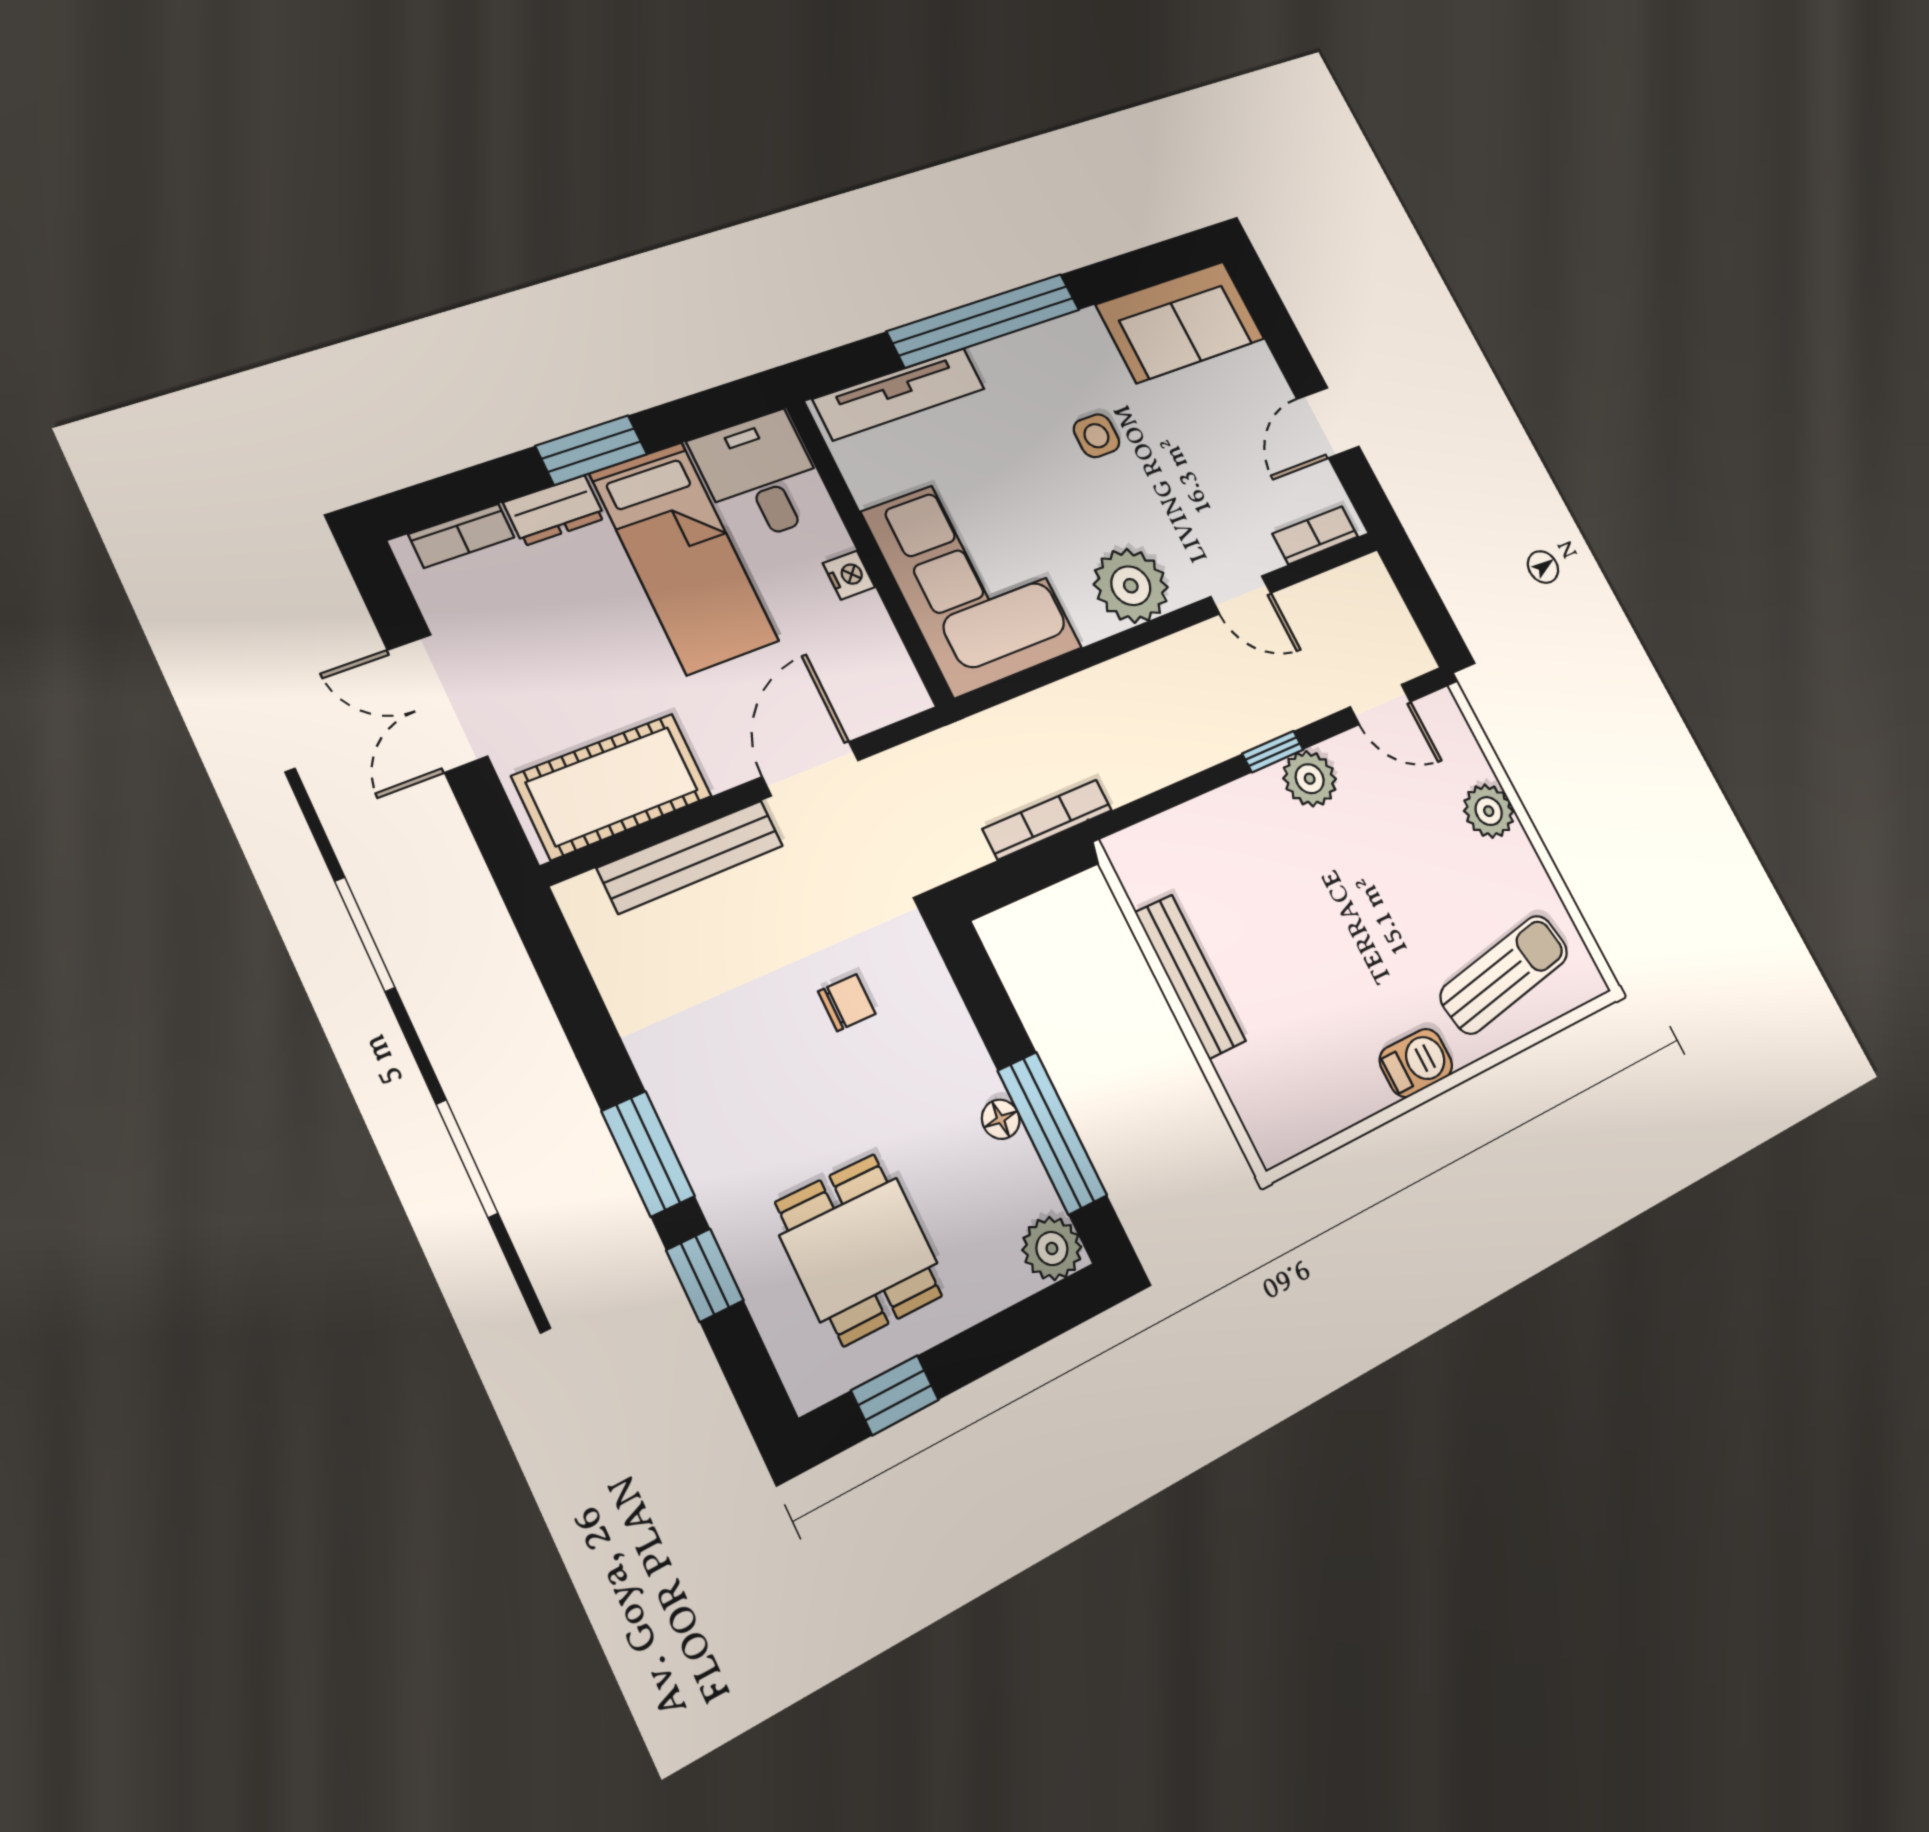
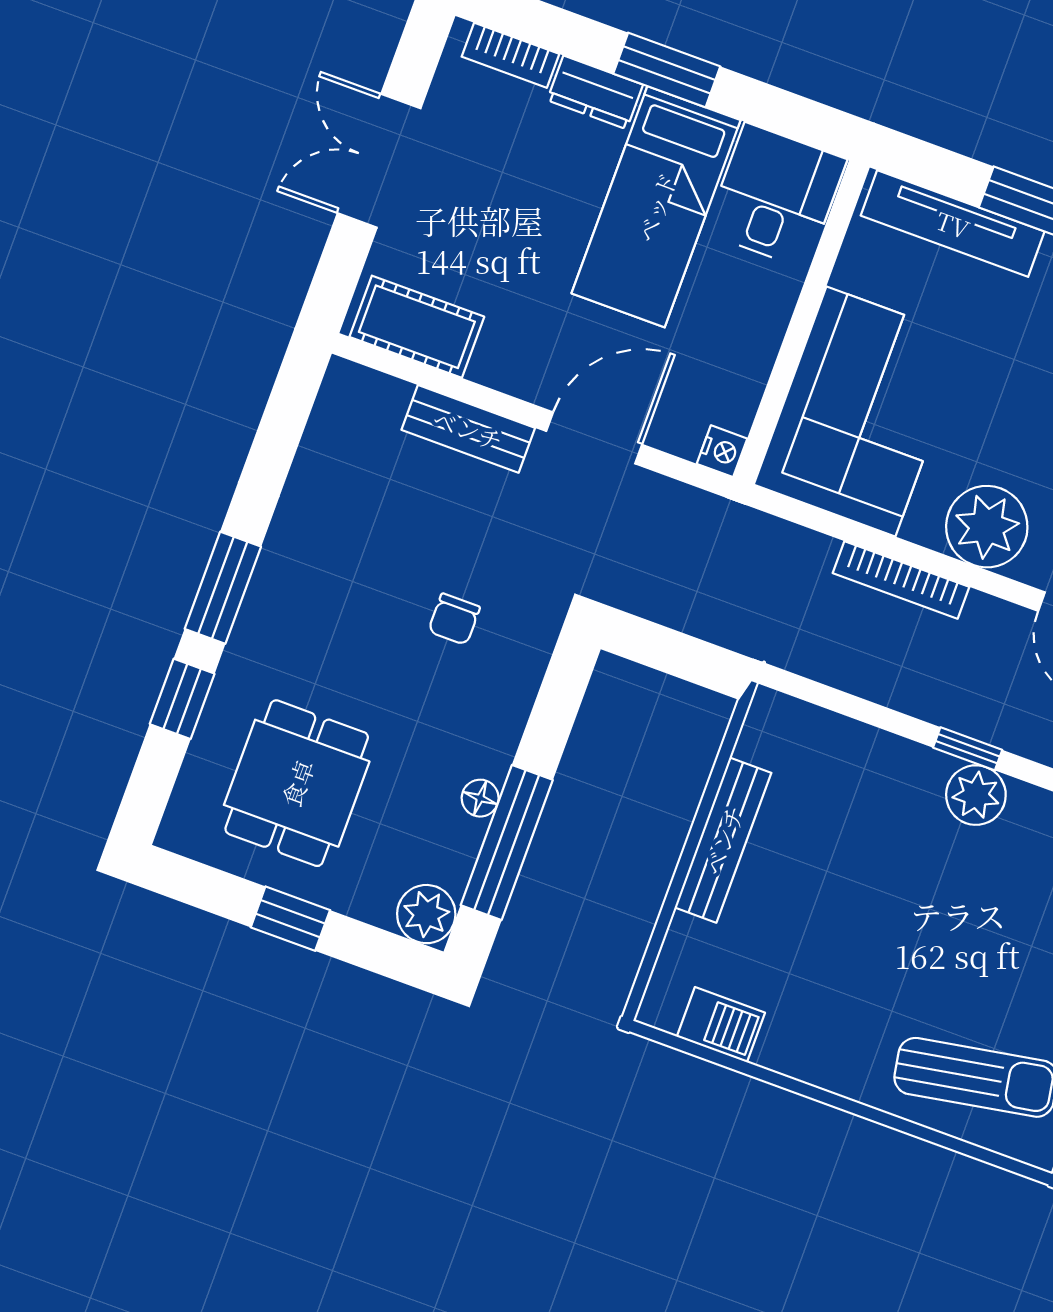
nightstand: (849, 575) -> (722, 451), moved
cot: (612, 786) -> (417, 327), width x0.73, depth x0.75
bookcase: (1047, 820) -> (901, 580), moved, turned 180
bench: (691, 857) -> (468, 429), width x0.73
chair: (847, 1003) -> (454, 619), turned 90
barbecue: (1416, 1063) -> (721, 1025), moved
window: (895, 1395) -> (290, 919), moved

